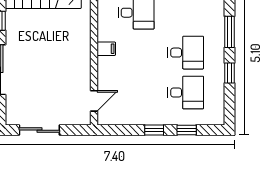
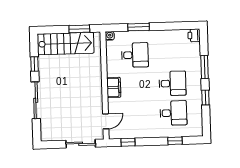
filing cabinet: (106, 49) -> (114, 87), width x2.00
sliding door: (39, 130) -> (81, 144), moved
window: (154, 130) -> (128, 142), moved

